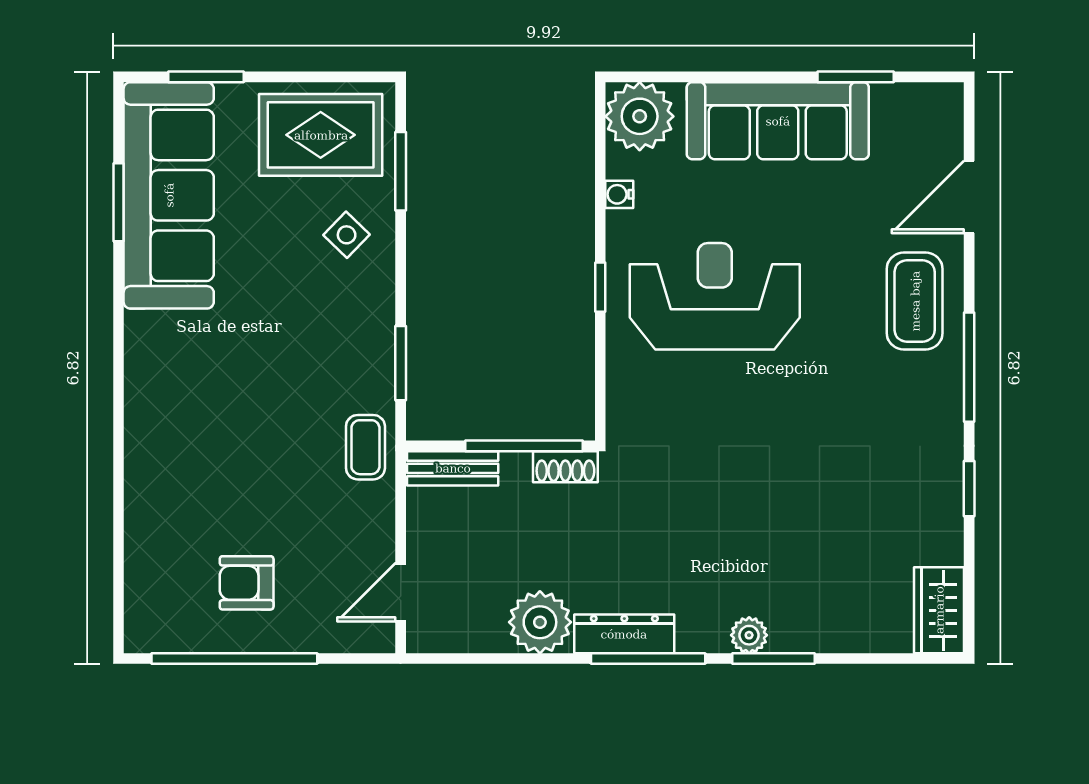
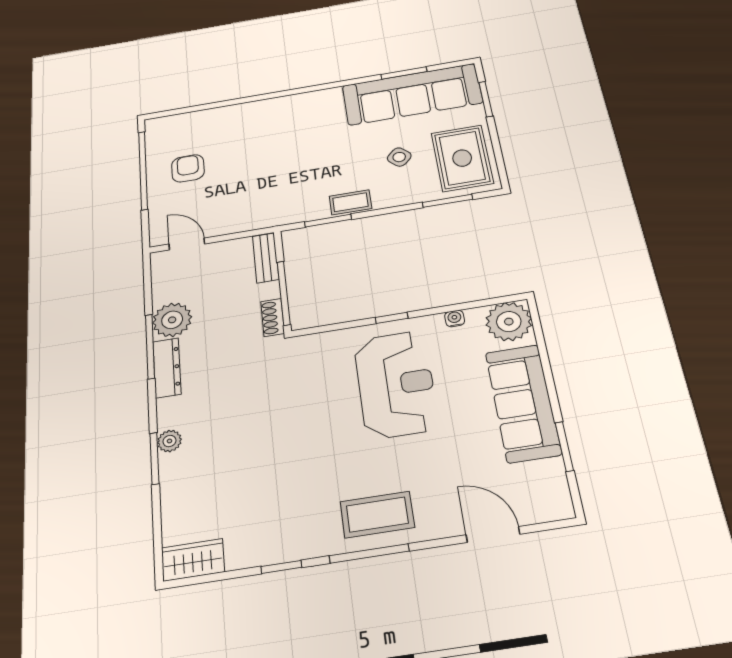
side table: (347, 235) -> (399, 157), moved
coffee table: (915, 301) -> (377, 515), moved
coffee table: (365, 447) -> (350, 202), moved
window: (648, 659) -> (150, 346), moved

